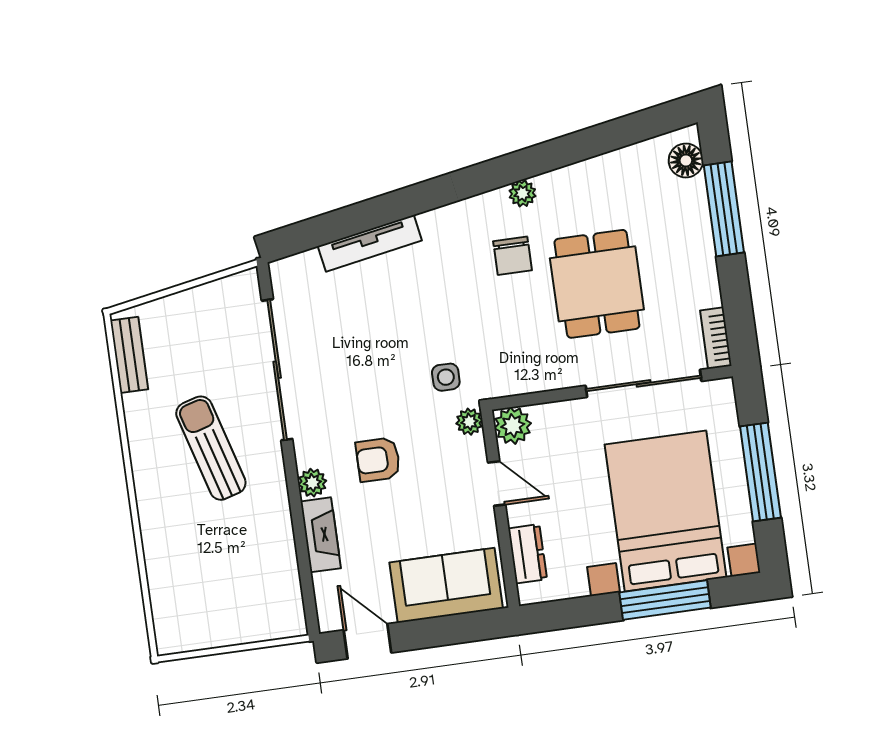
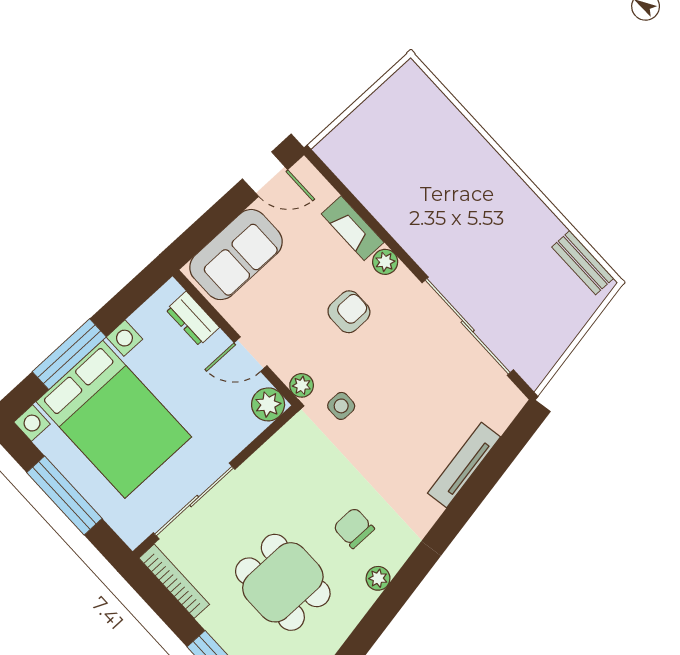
dining table: (597, 284) -> (283, 582), moved
bookcase: (716, 338) -> (174, 581), width x1.56
sun lounger: (211, 448) -> (476, 236), removed

